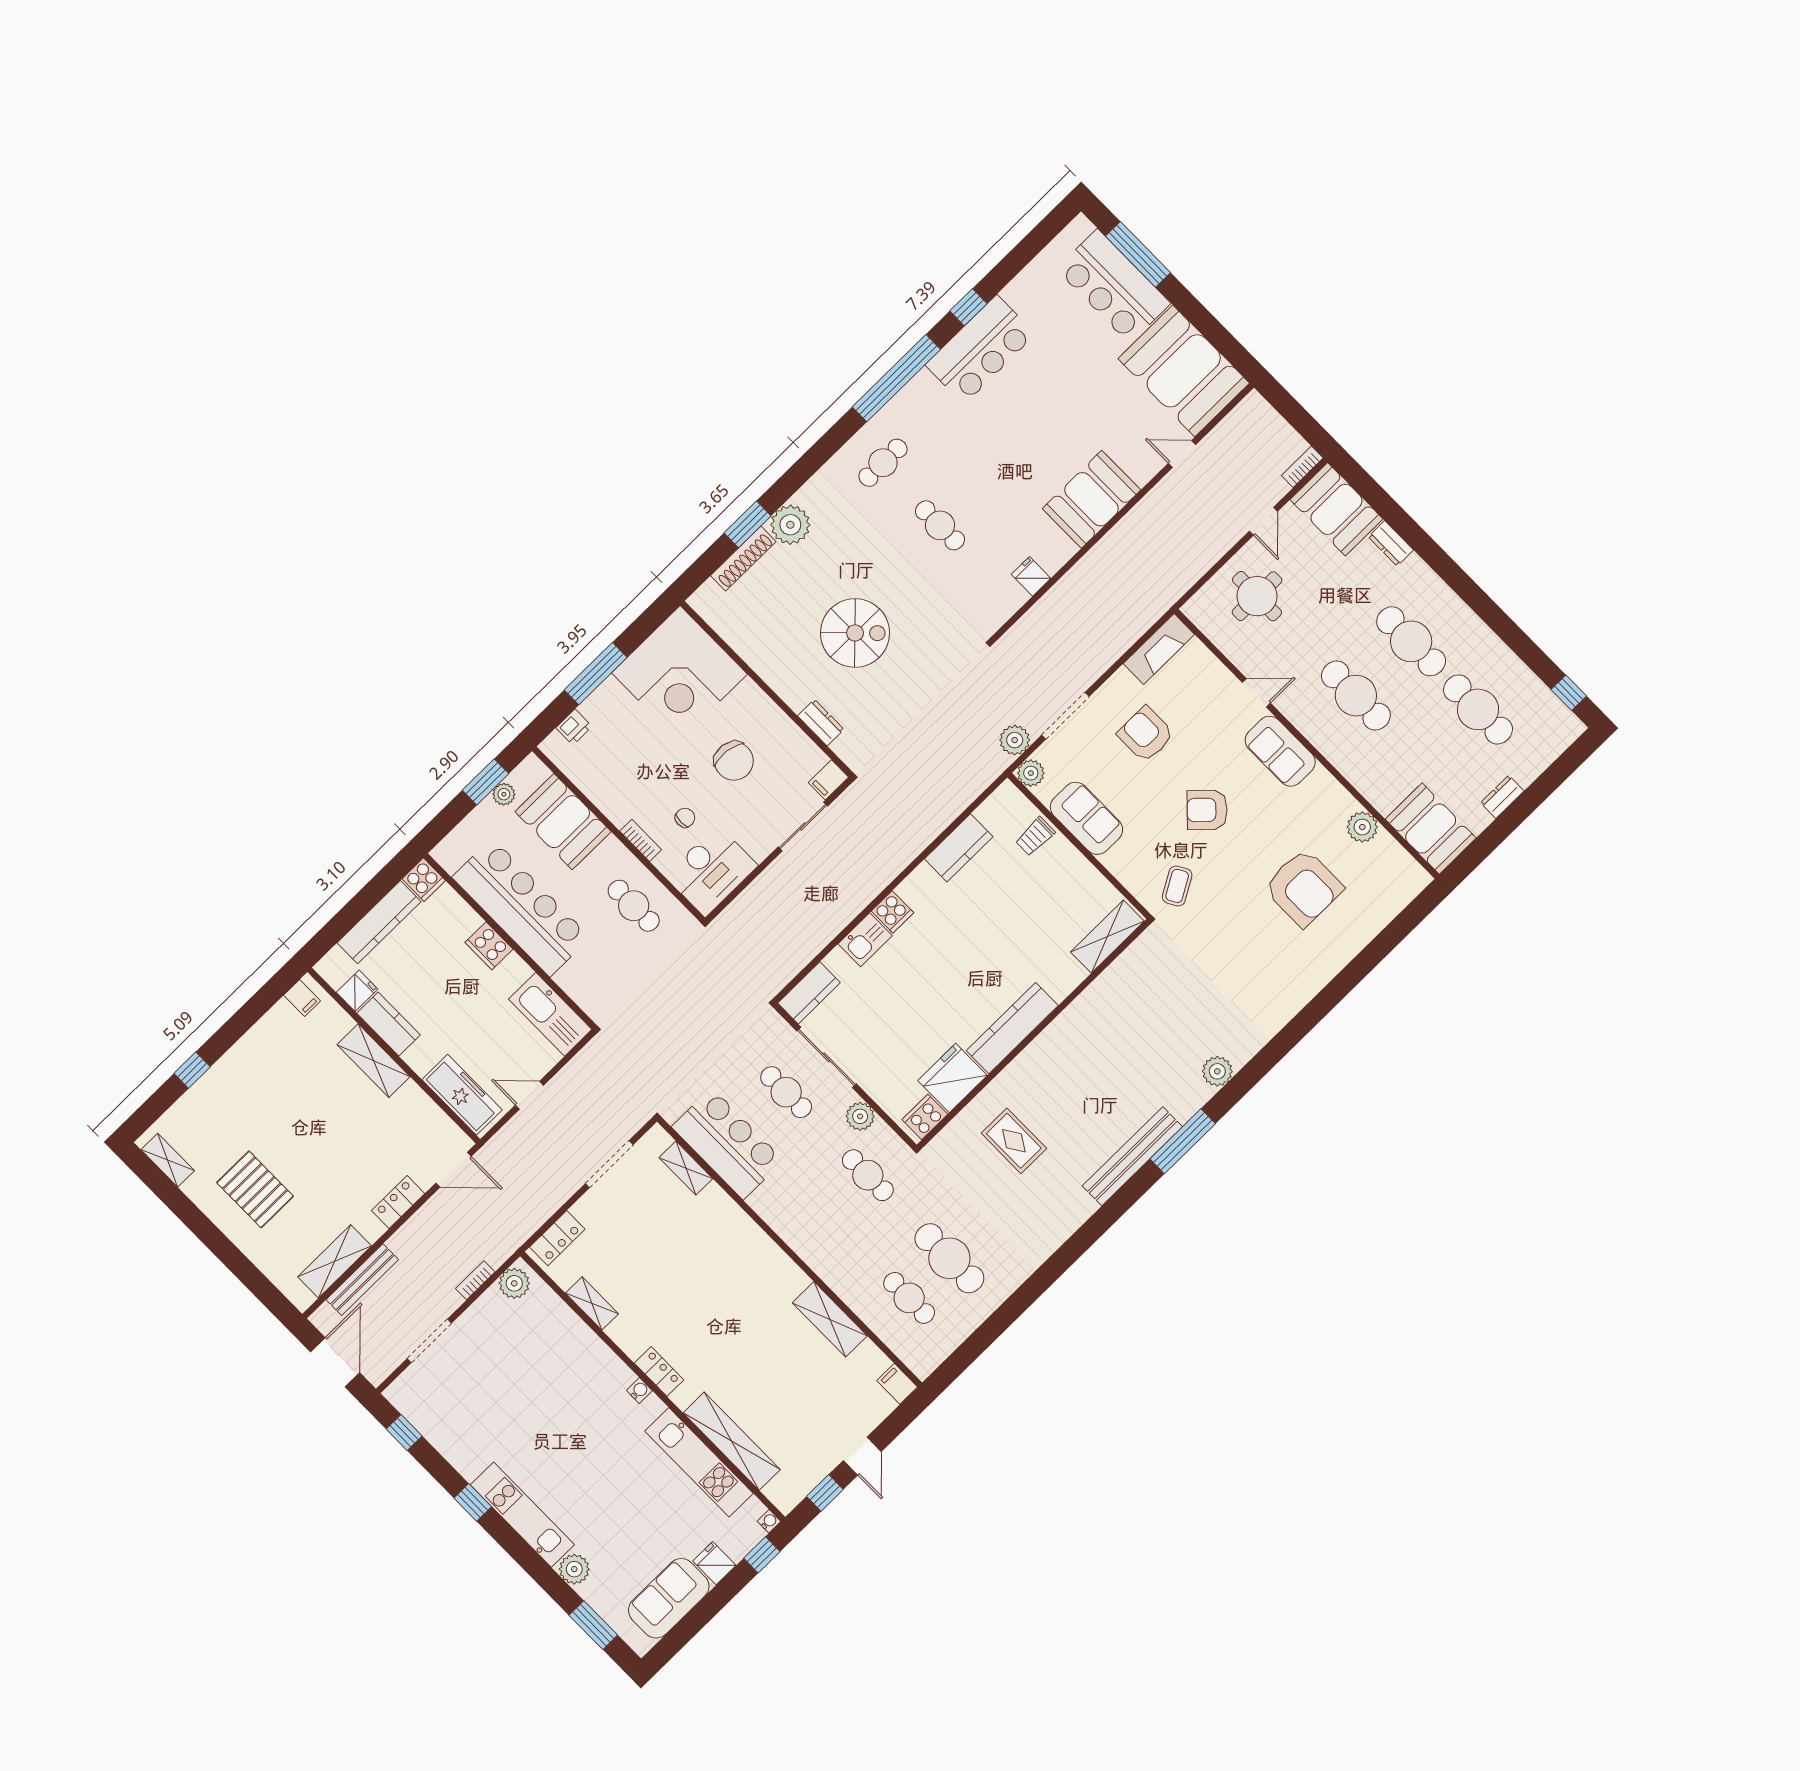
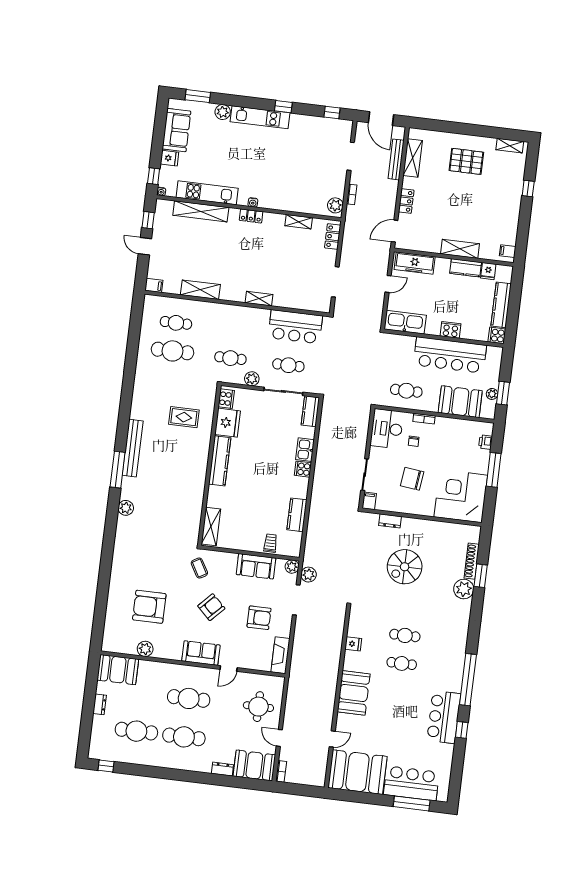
cafe table: (883, 463) -> (402, 663), moved, turned 90
shelving: (686, 1168) -> (259, 299), moved

